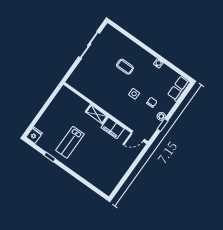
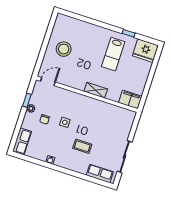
row of seats: (117, 37) -> (100, 174), added
filing cabinet: (113, 128) -> (130, 99), moved
fridge: (34, 135) -> (145, 51), width x1.88, depth x1.34
lab bench: (70, 142) -> (113, 54), turned 180
stool: (114, 161) -> (64, 49), added

